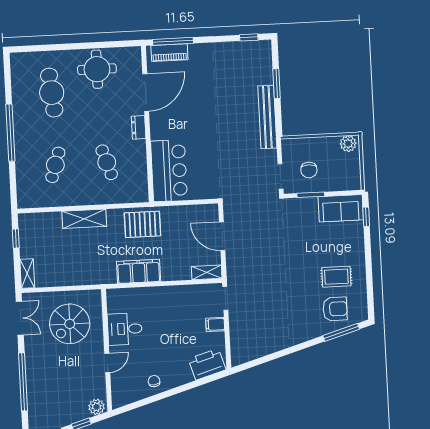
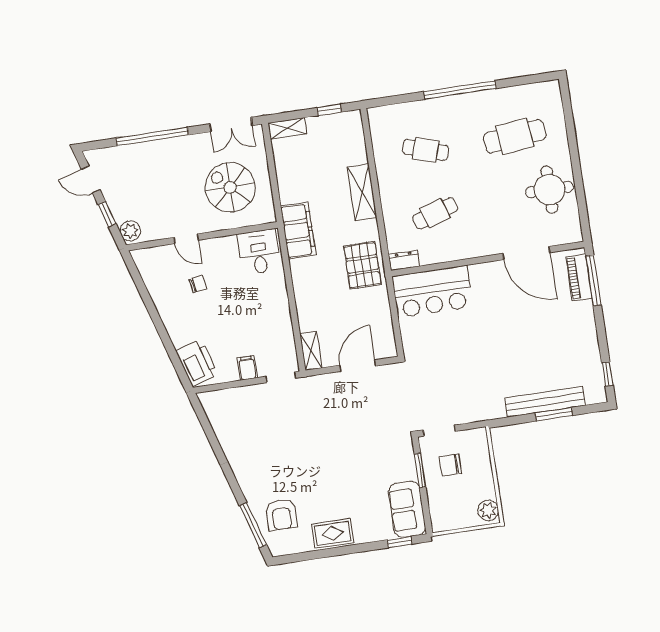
bench: (267, 117) -> (545, 402), moved
dresser: (139, 127) -> (404, 260), moved
filing cabinet: (139, 271) -> (298, 231), moved
rug: (336, 277) -> (333, 534), moved, turned 90
desk: (125, 329) -> (259, 252), moved
chair: (154, 381) -> (198, 284), moved

